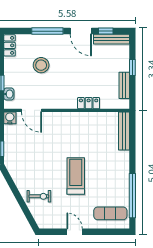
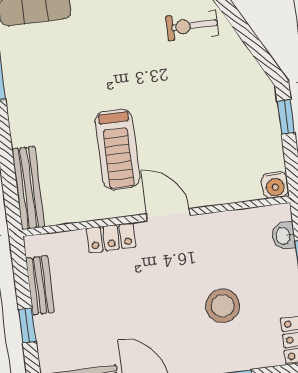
door: (32, 110) -> (168, 215), moved
treadmill: (76, 176) -> (117, 149), moved

